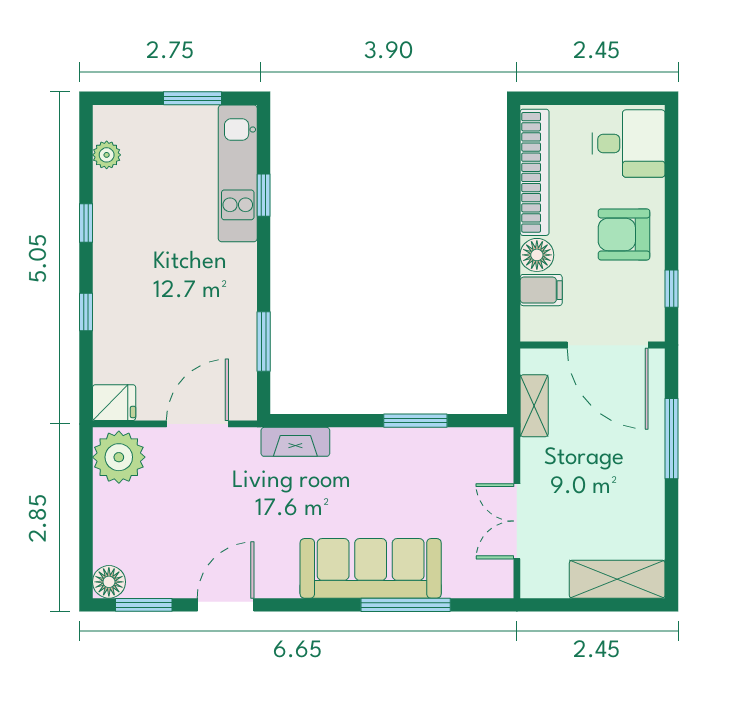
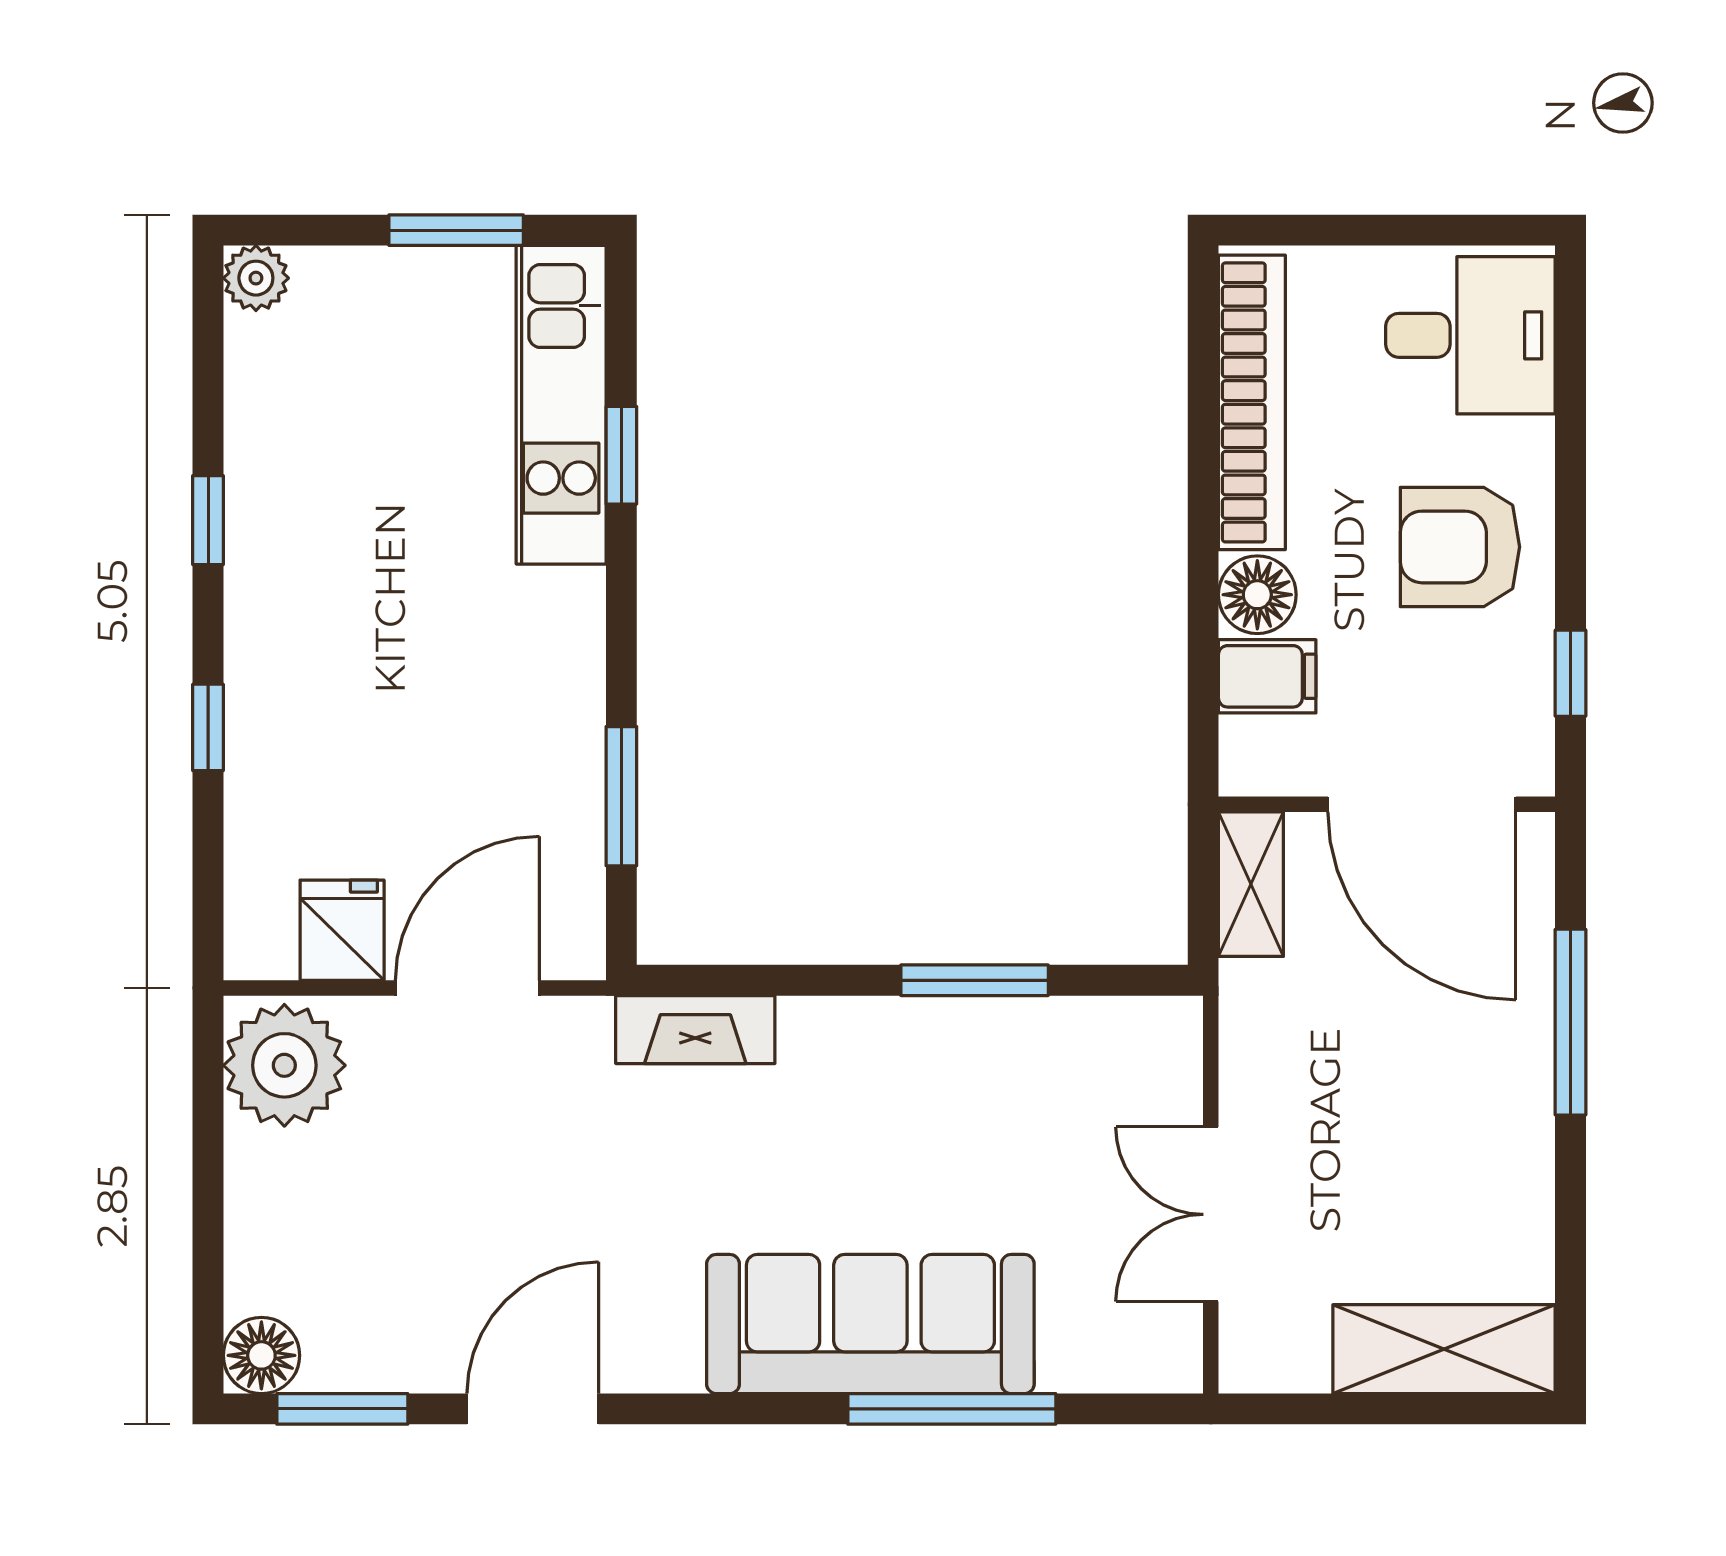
plant: (107, 155) -> (256, 278), moved
fridge: (114, 403) -> (342, 930), moved, turned -90
shelving: (534, 406) -> (1251, 884), moved

